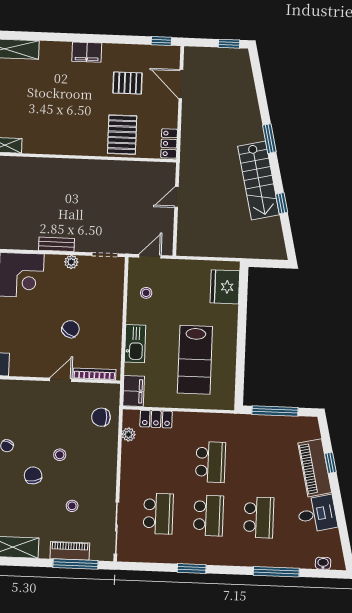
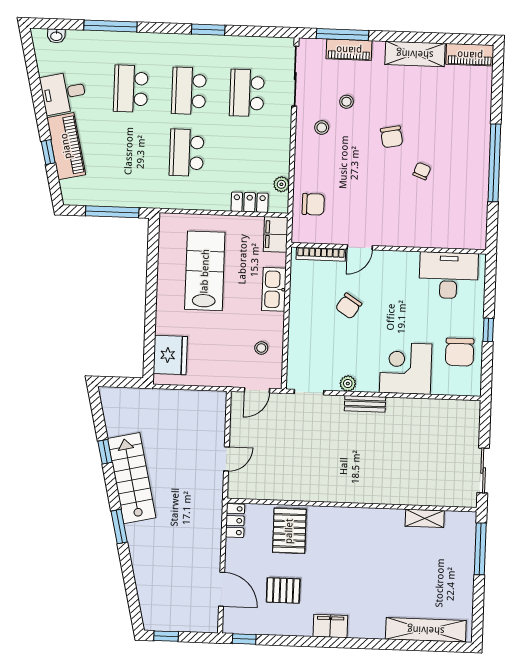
stool: (60, 455) -> (322, 127), moved

